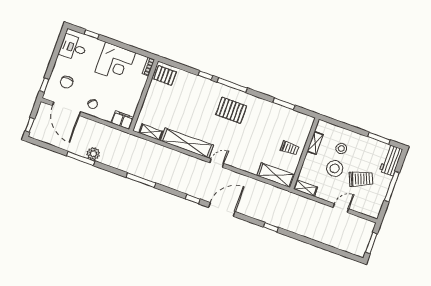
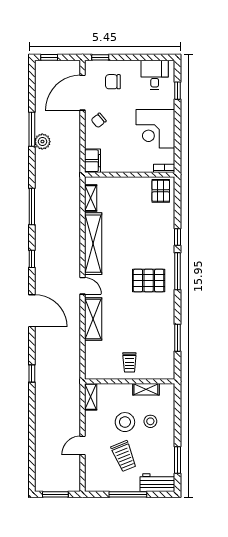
pallet: (231, 110) -> (149, 280), turned 90
shelving: (276, 175) -> (93, 319), moved
window: (193, 199) -> (32, 259), moved
door: (341, 208) -> (83, 445), swing flipped

